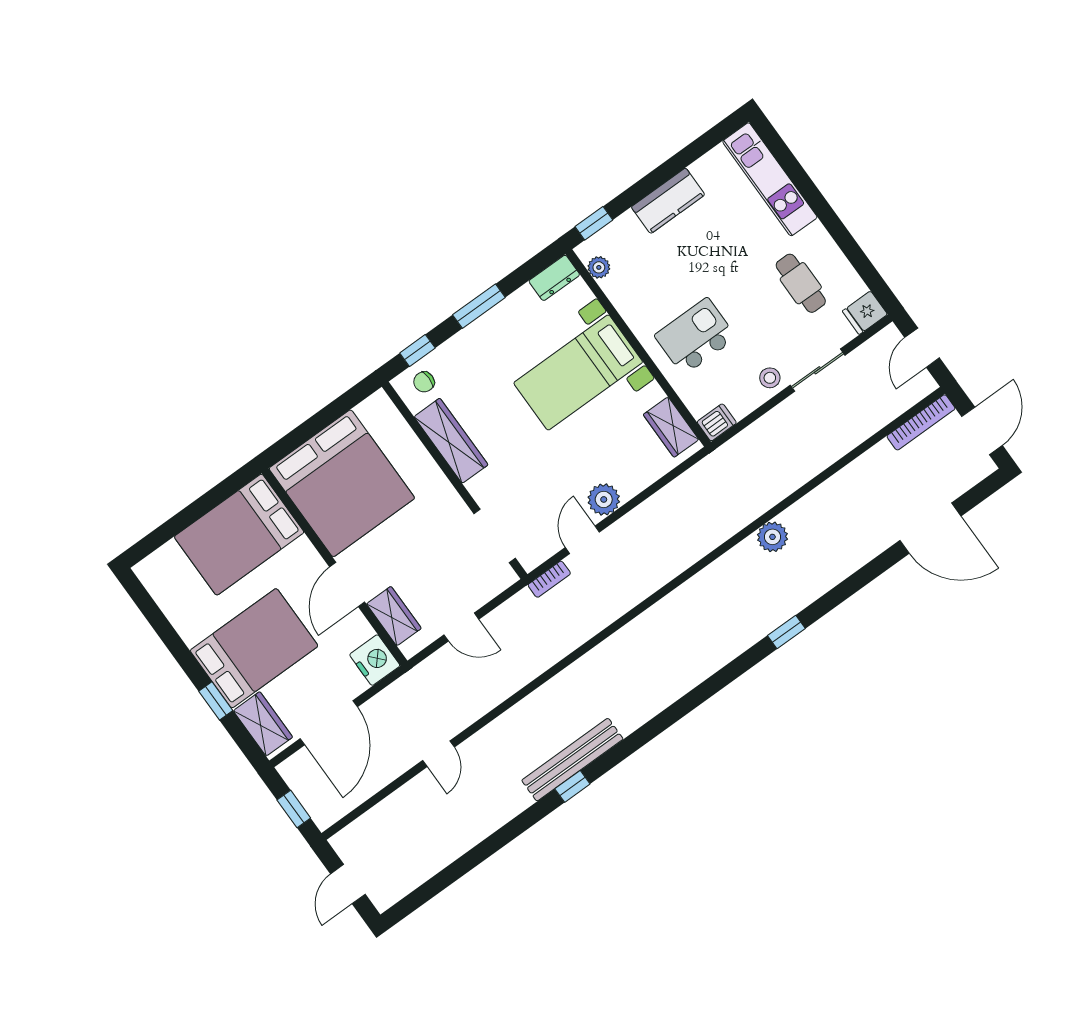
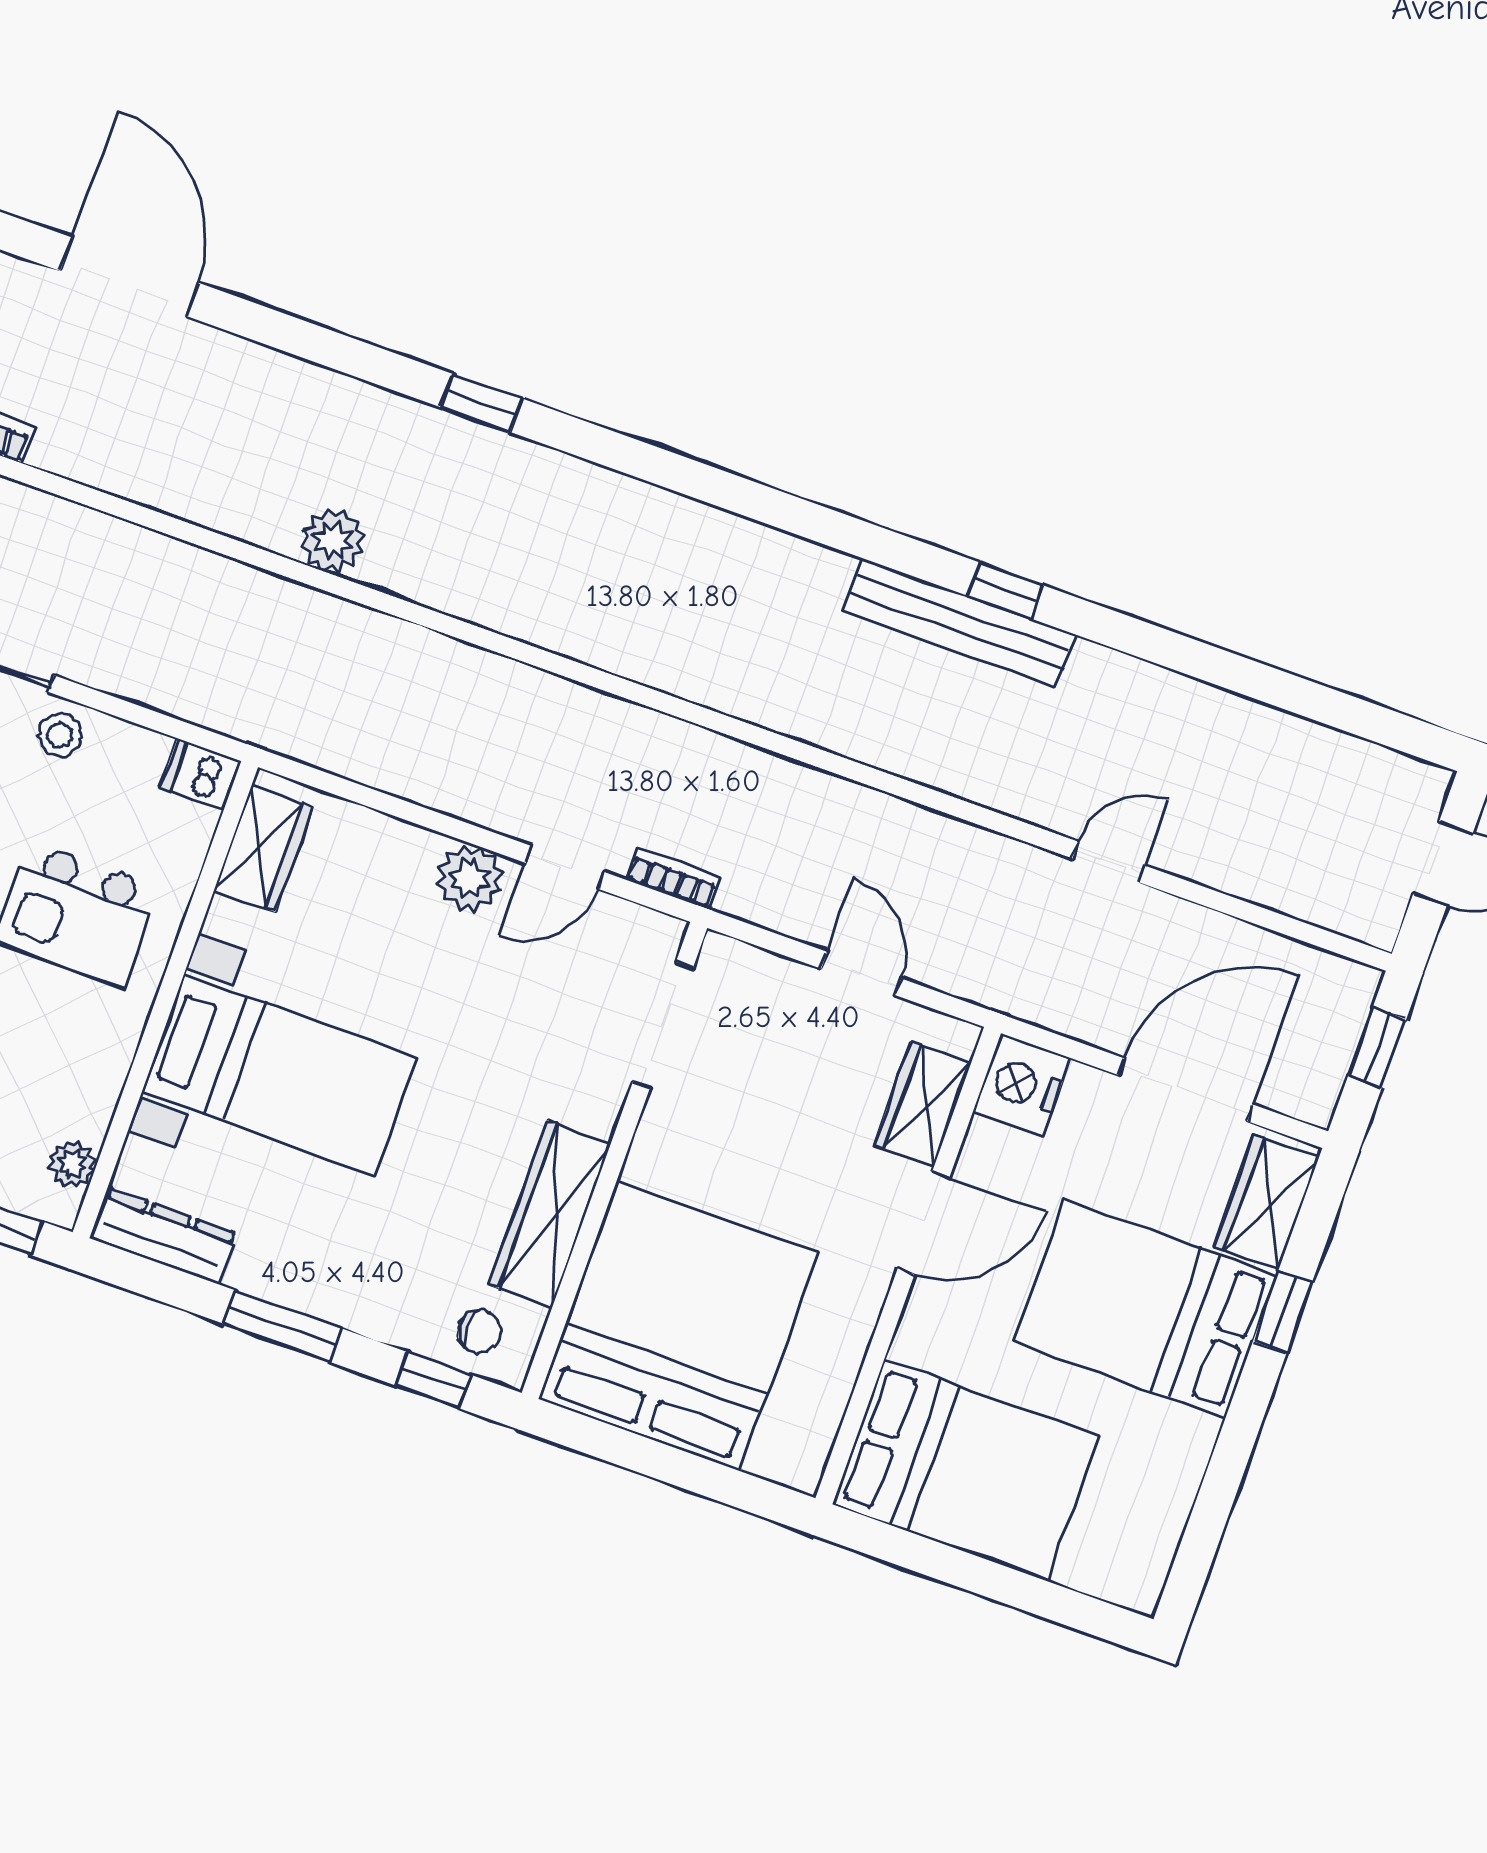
dresser: (554, 278) -> (163, 1236), width x1.44
bed: (342, 483) -> (678, 1326), moved

